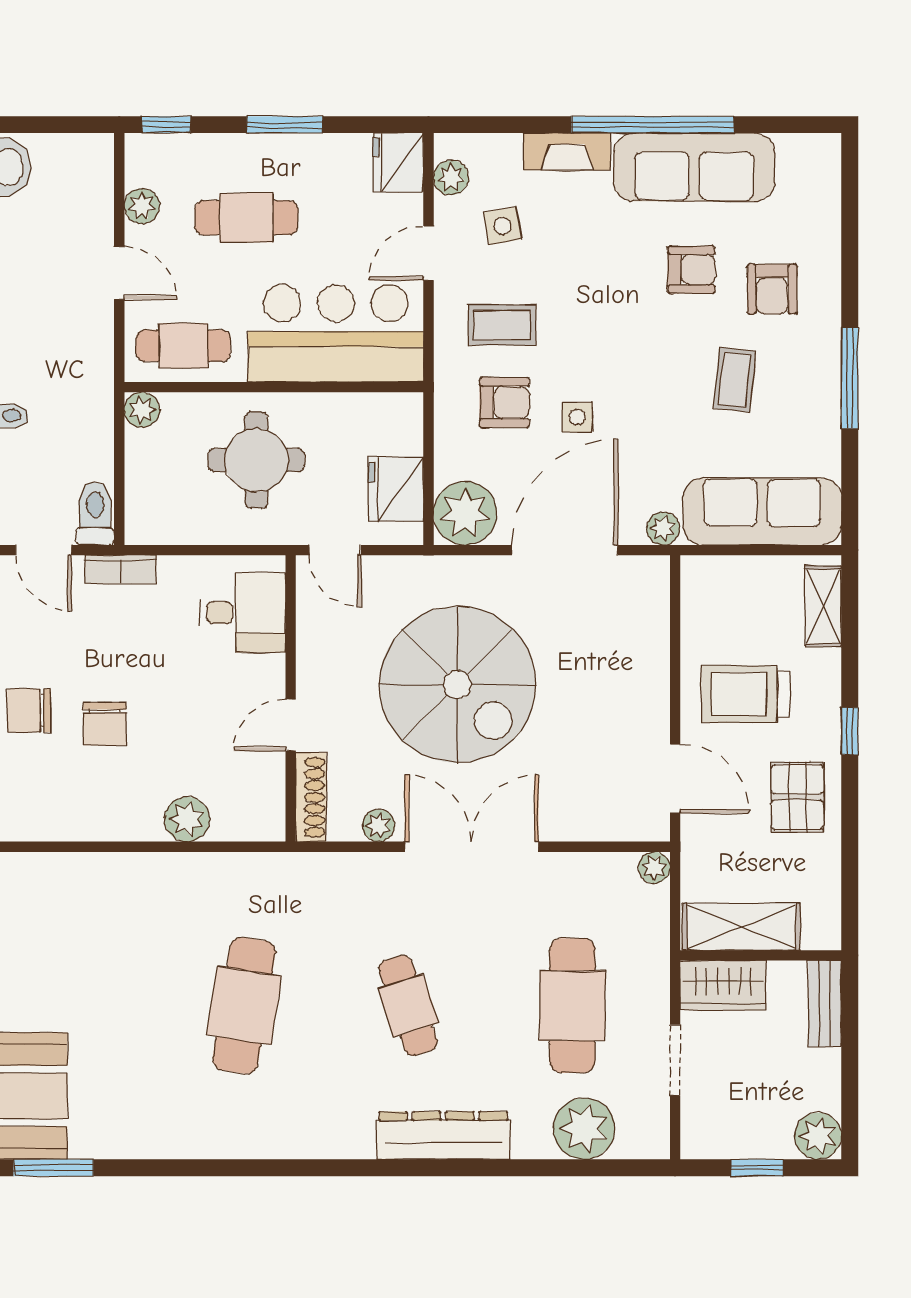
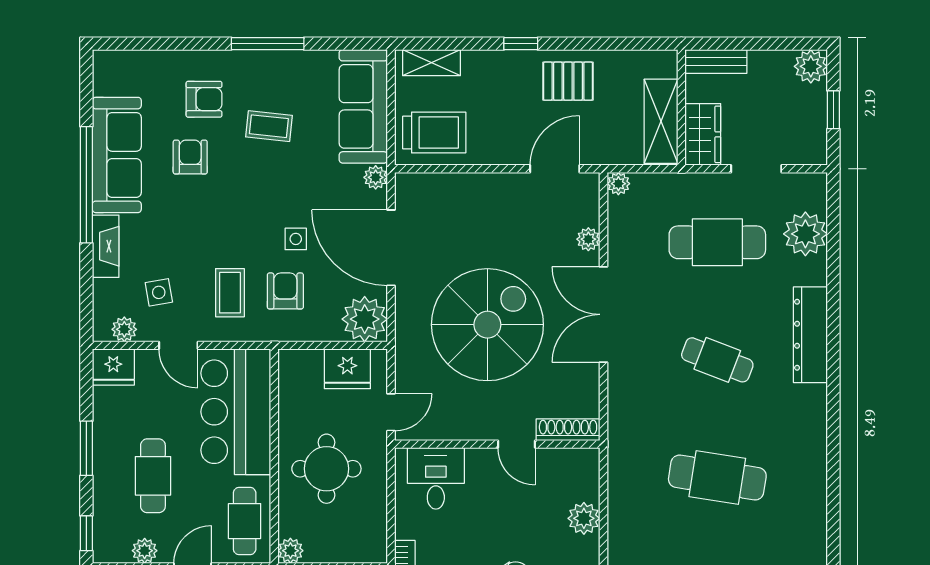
trolley: (745, 694) -> (434, 133), moved, turned -90
plant: (378, 826) -> (588, 239), moved
cafe table: (408, 1006) -> (717, 360), turned 39

